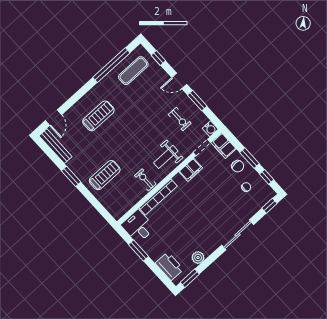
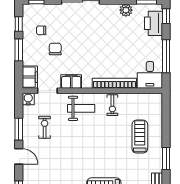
chair: (238, 166) -> (55, 49), moved
treadmill: (105, 175) -> (140, 137), turned 90
window: (139, 250) -> (166, 56), width x1.44
window: (165, 280) -> (166, 16), added

